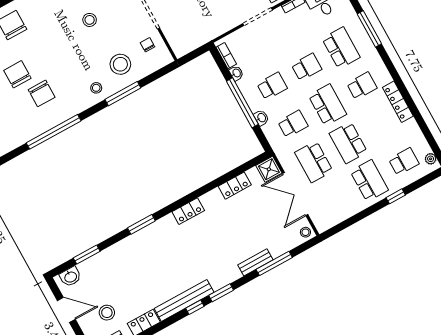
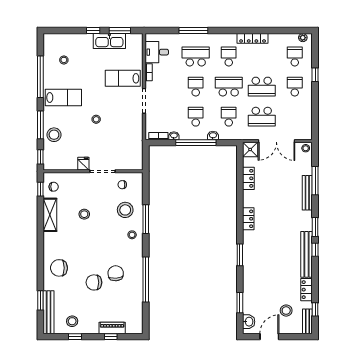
chair: (42, 93) -> (116, 273), turned -95
school desk: (369, 181) -> (295, 87), width x0.54
bench: (255, 262) -> (307, 193), width x1.36

